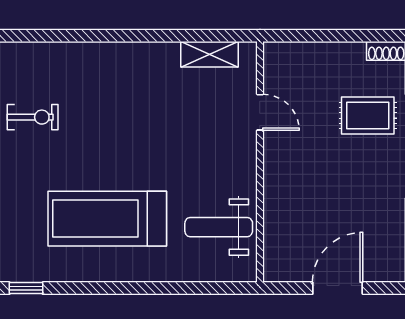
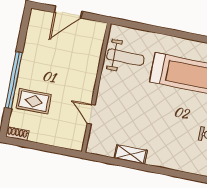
shelving: (210, 54) -> (131, 154), moved

